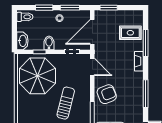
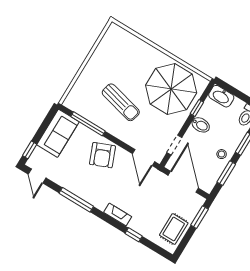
rug: (130, 33) -> (174, 229), moved
window: (146, 43) -> (134, 235), width x0.46
door: (92, 67) -> (144, 158), hinge flipped

